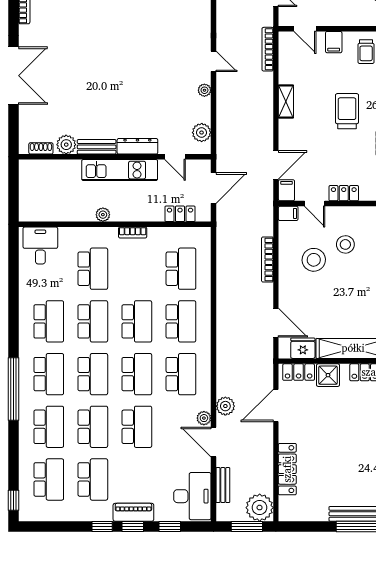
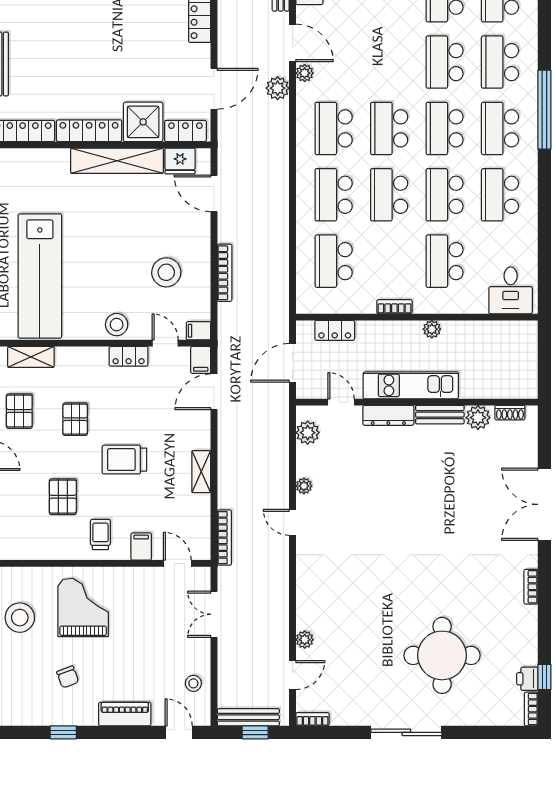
trolley: (347, 111) -> (124, 460), turned 90
stool: (345, 244) -> (117, 325), moved
shower: (328, 375) -> (143, 122), width x1.36, depth x1.36
school desk: (137, 427) -> (389, 62), removed

